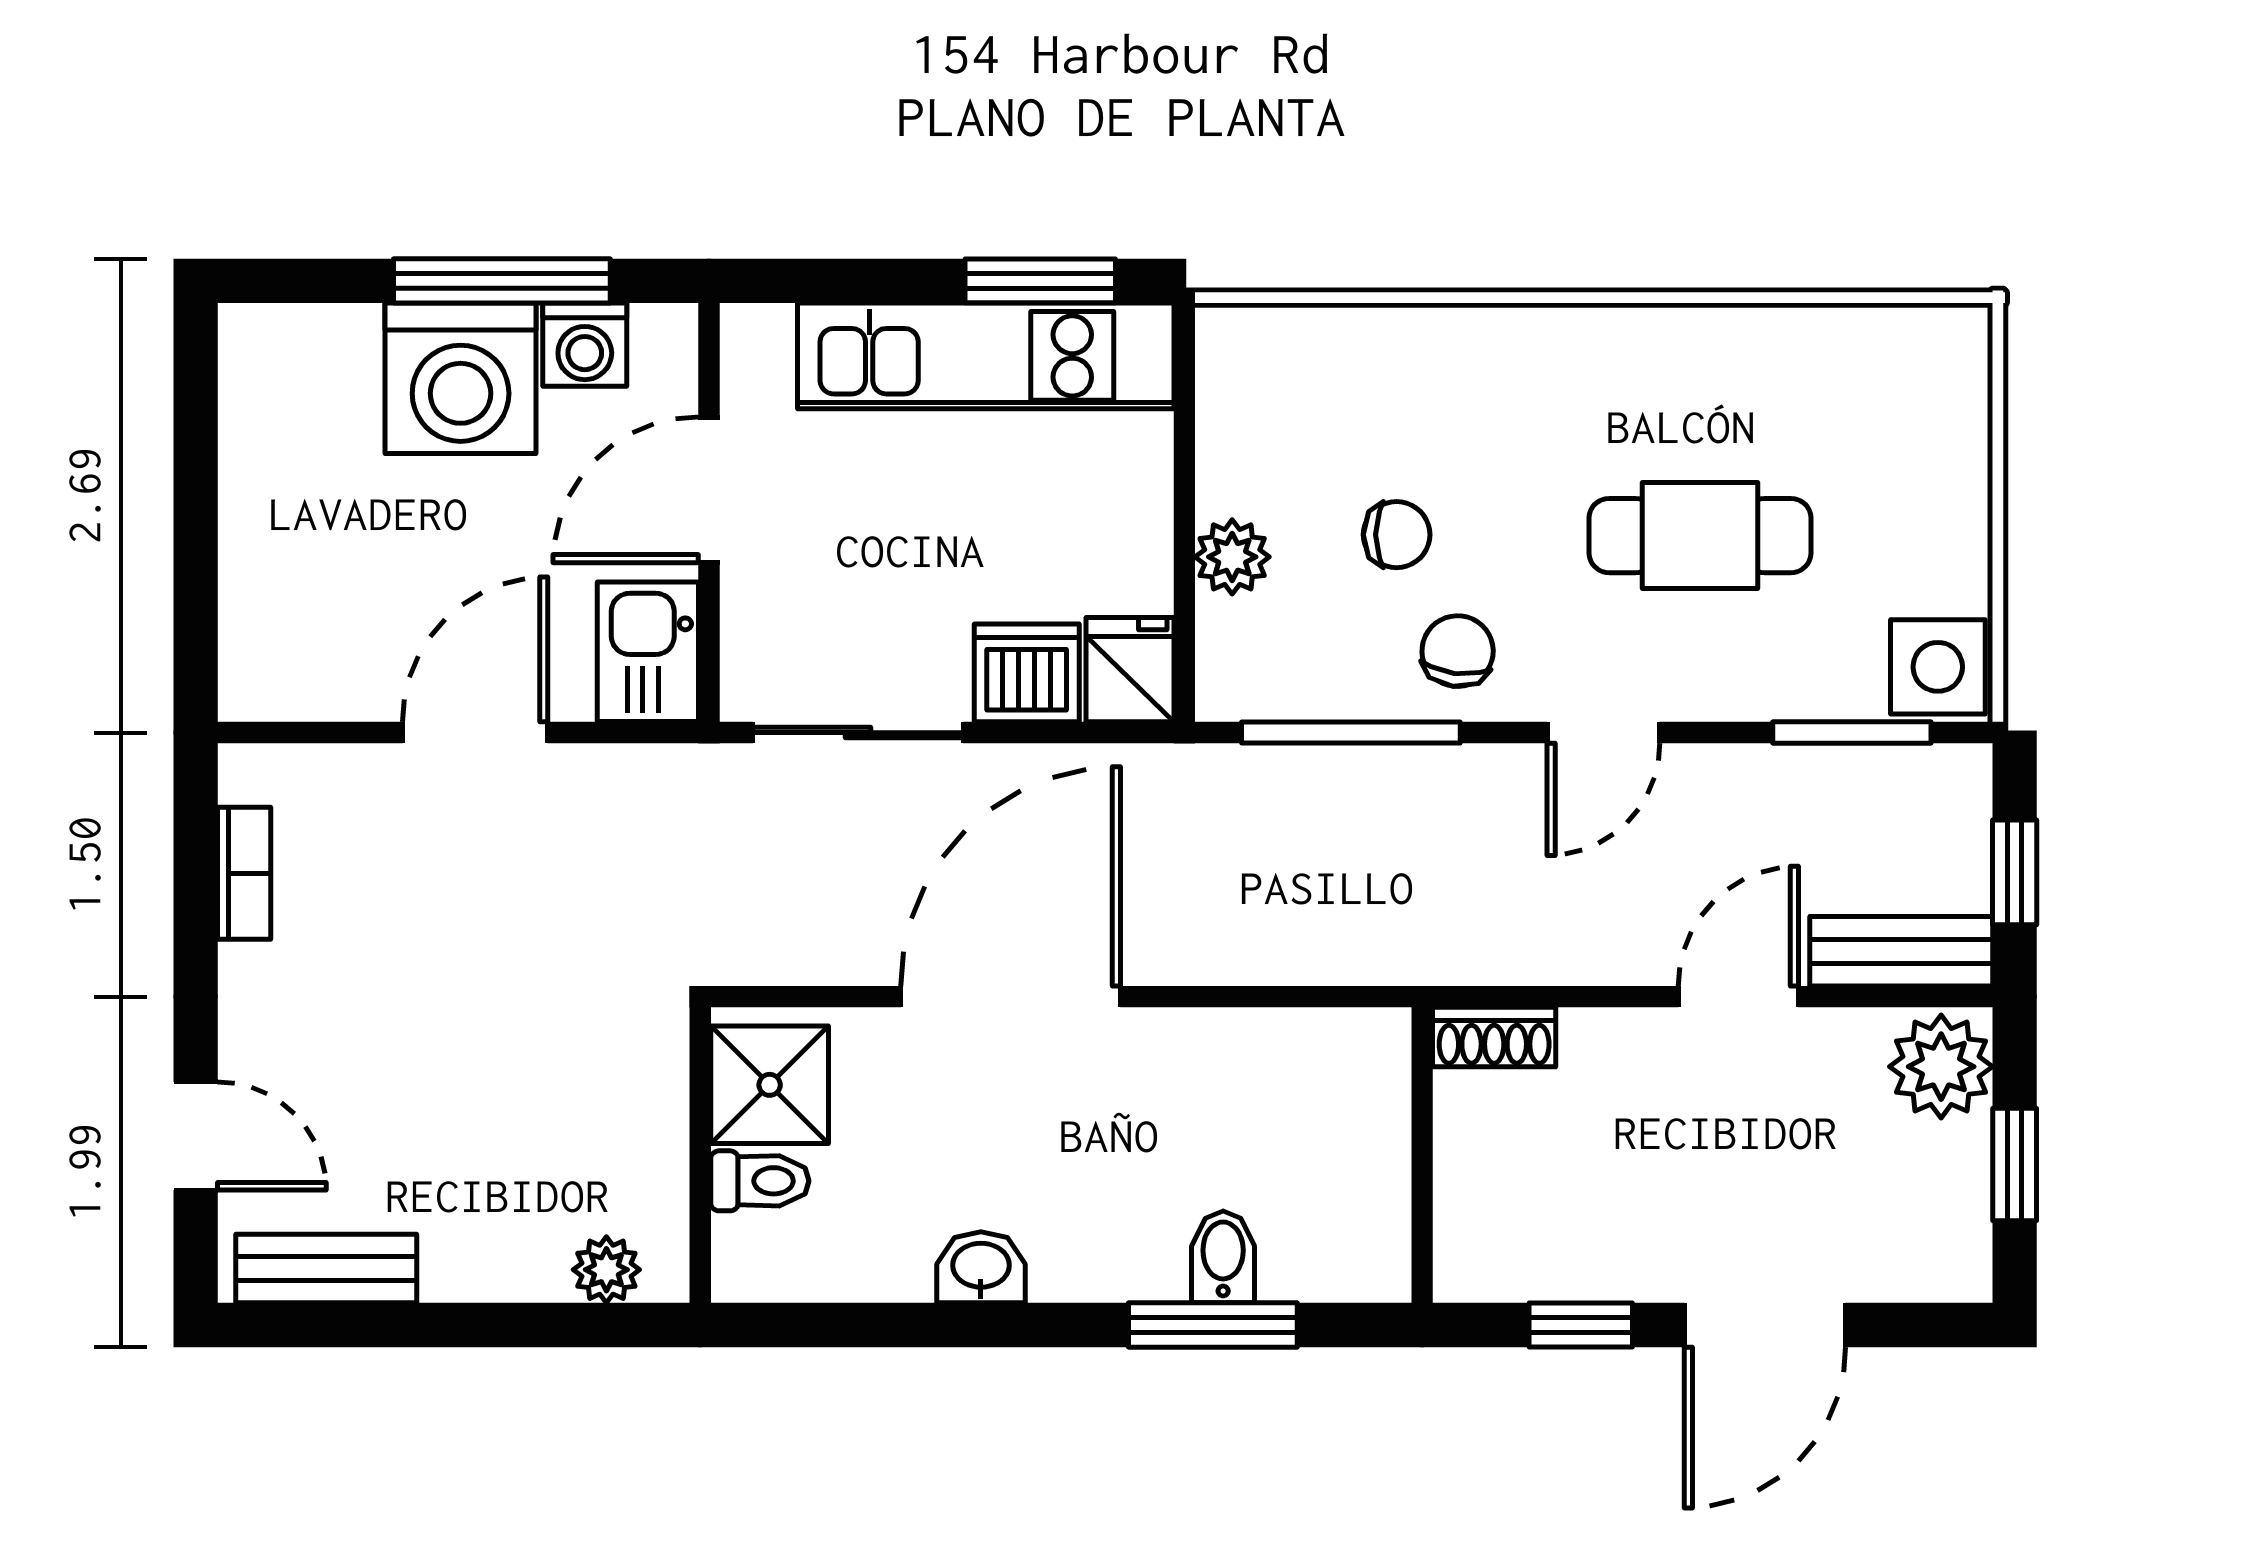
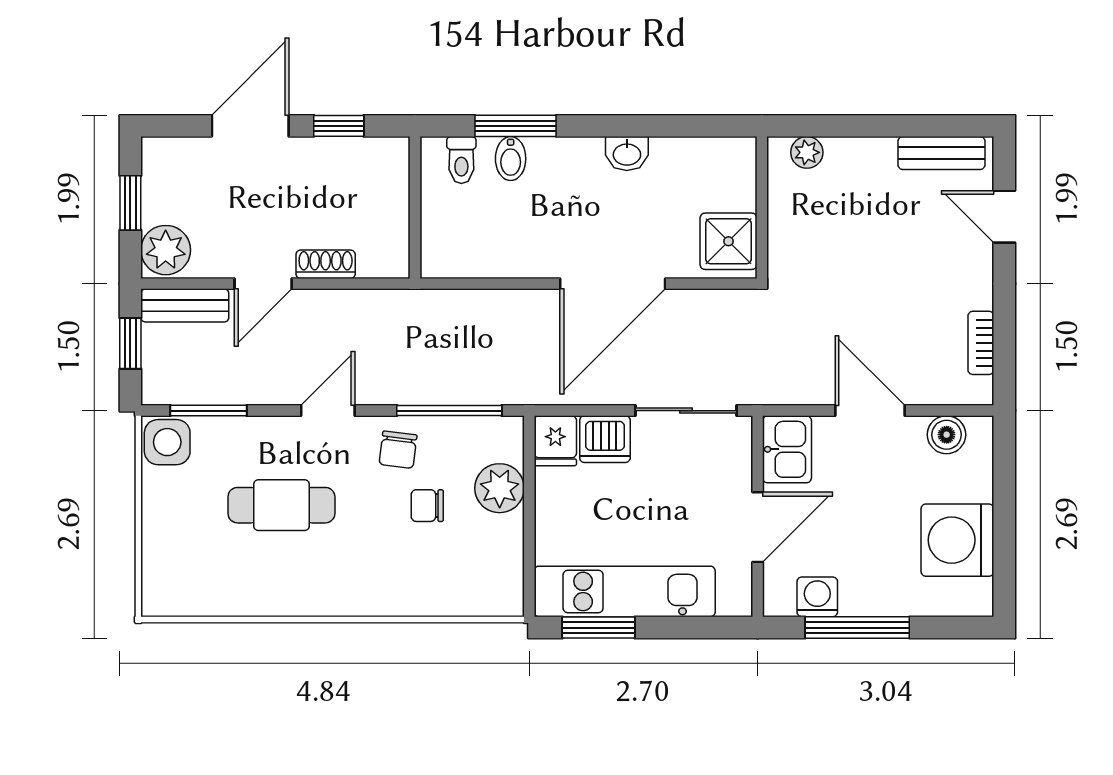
washing machine: (461, 378) -> (957, 540), moved, turned -90
plant: (1232, 557) -> (500, 488), width x1.38, depth x1.38
boiler: (316, 682) -> (947, 435), added
door: (475, 733) -> (870, 411), swing flipped
shoe rack: (1494, 1037) -> (326, 264), moved
toilet: (760, 1181) -> (461, 160), moved, turned -90

